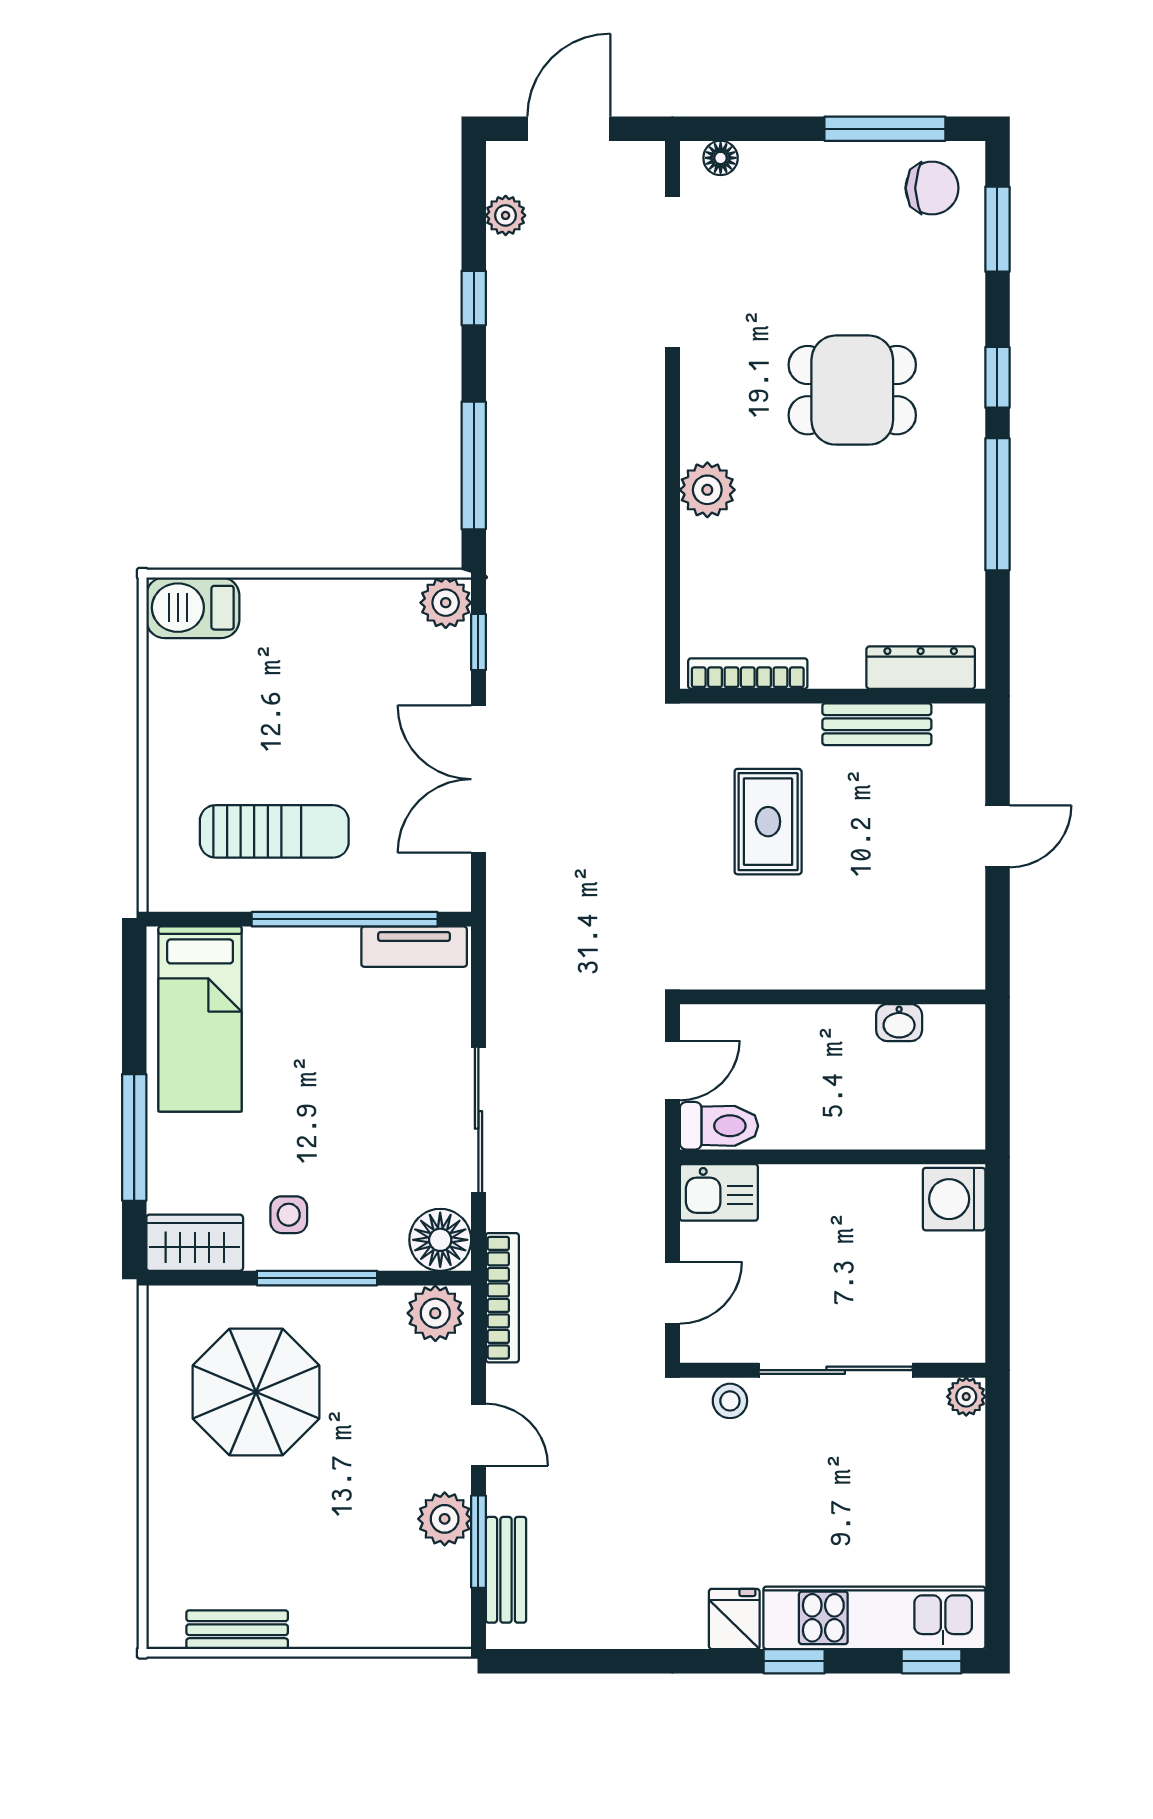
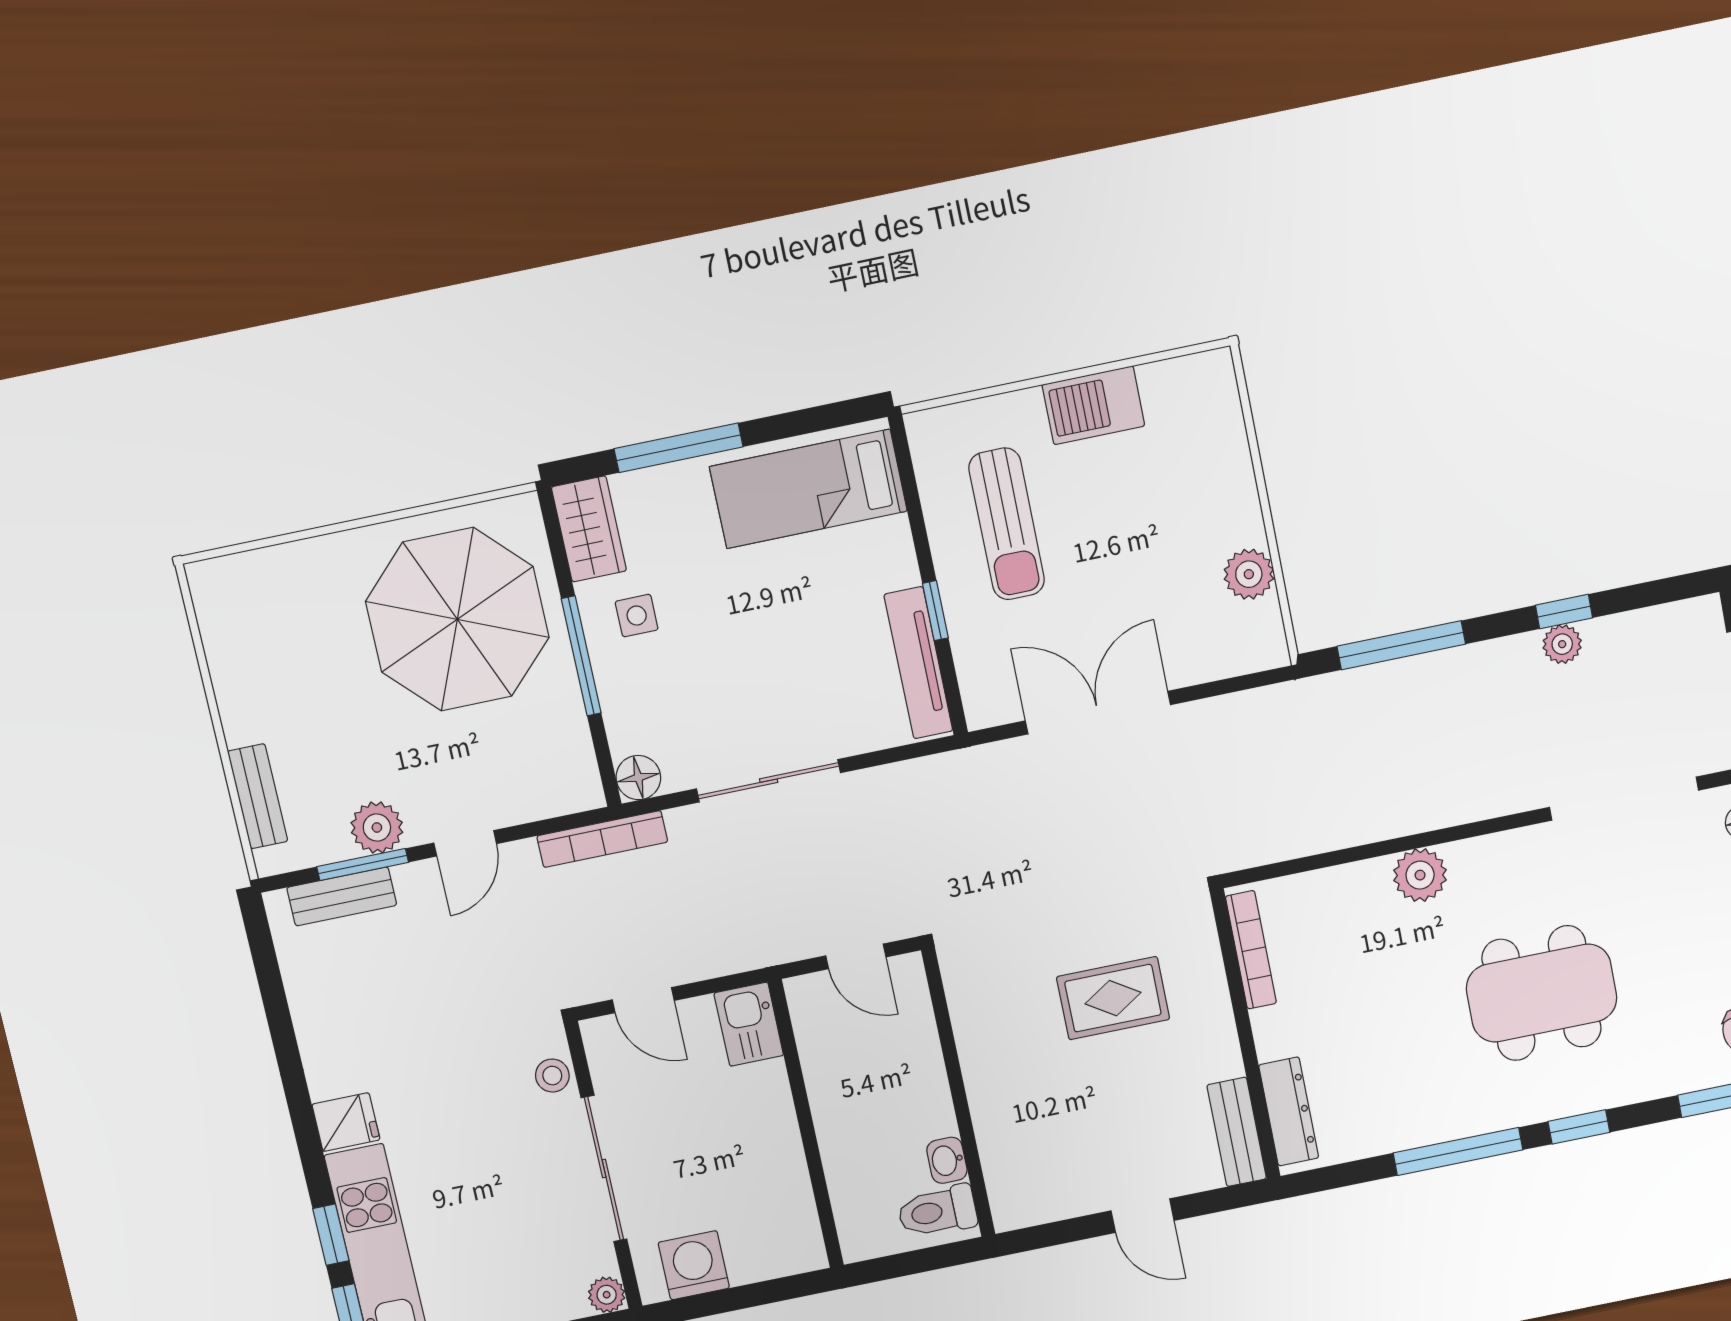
plant: (506, 215) -> (1562, 644), moved
dining table: (852, 390) -> (1542, 993), width x1.38
plant: (446, 603) -> (1249, 574), moved
barbecue: (193, 608) -> (1093, 405), moved, turned -90
window: (478, 642) -> (1231, 685), removed
bench: (877, 724) -> (1237, 1132), moved
window: (345, 919) -> (935, 611), width x0.32
tv unit: (414, 947) -> (918, 663), width x1.41
toilet: (719, 1126) -> (937, 1211), moved, turned 90
washing machine: (954, 1199) -> (694, 1265), moved
floor lamp: (440, 1240) -> (638, 778), width x0.73, depth x0.73
plant: (435, 1313) -> (573, 778), removed
parasol: (256, 1392) -> (457, 619), width x1.36, depth x1.36
bench: (237, 1630) -> (258, 796), moved
window: (794, 1661) -> (331, 1235), moved

